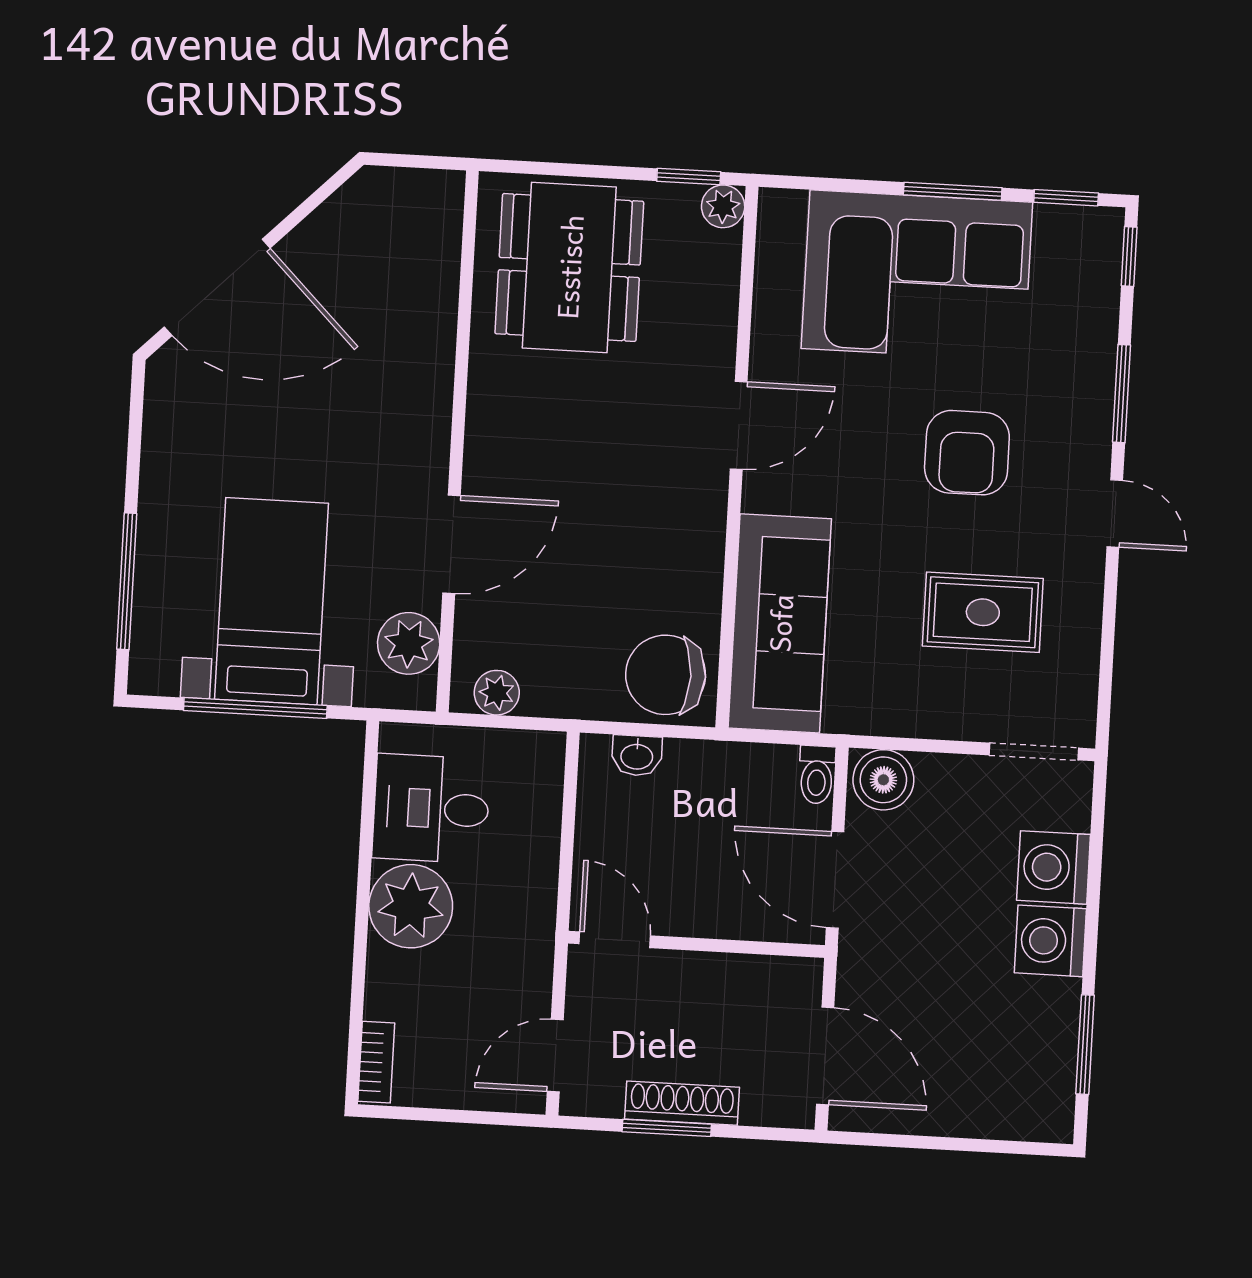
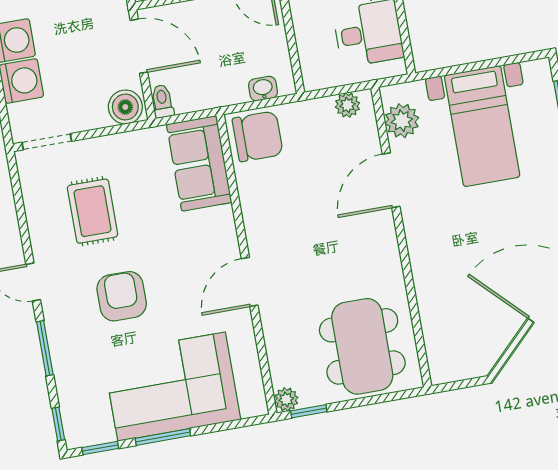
rug: (983, 612) -> (93, 211), turned 90
sofa: (780, 623) -> (199, 163), width x0.73
window: (255, 708) -> (477, 66), removed

